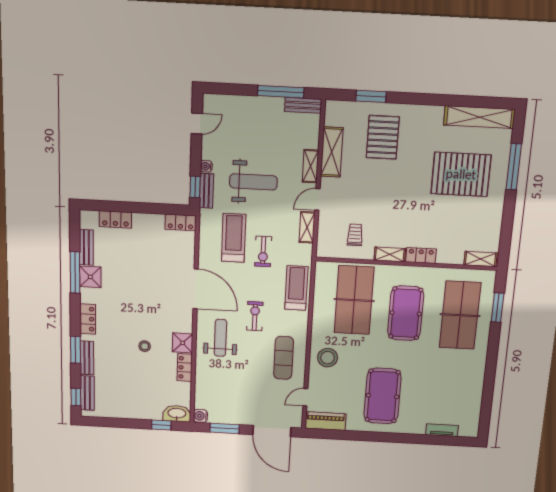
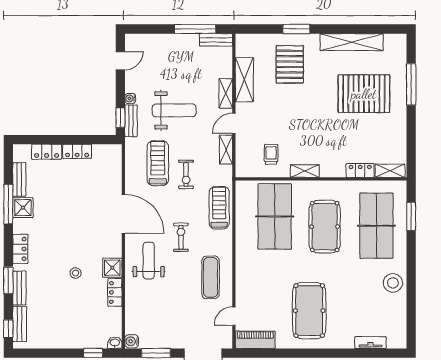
window: (371, 96) -> (296, 29), moved
shelving: (479, 117) -> (352, 42), moved
locker: (181, 222) -> (77, 151), moved
locker: (421, 256) -> (360, 170), moved
stool: (328, 358) -> (393, 283), moved
washbasin: (177, 414) -> (115, 343), width x0.52, depth x0.69

